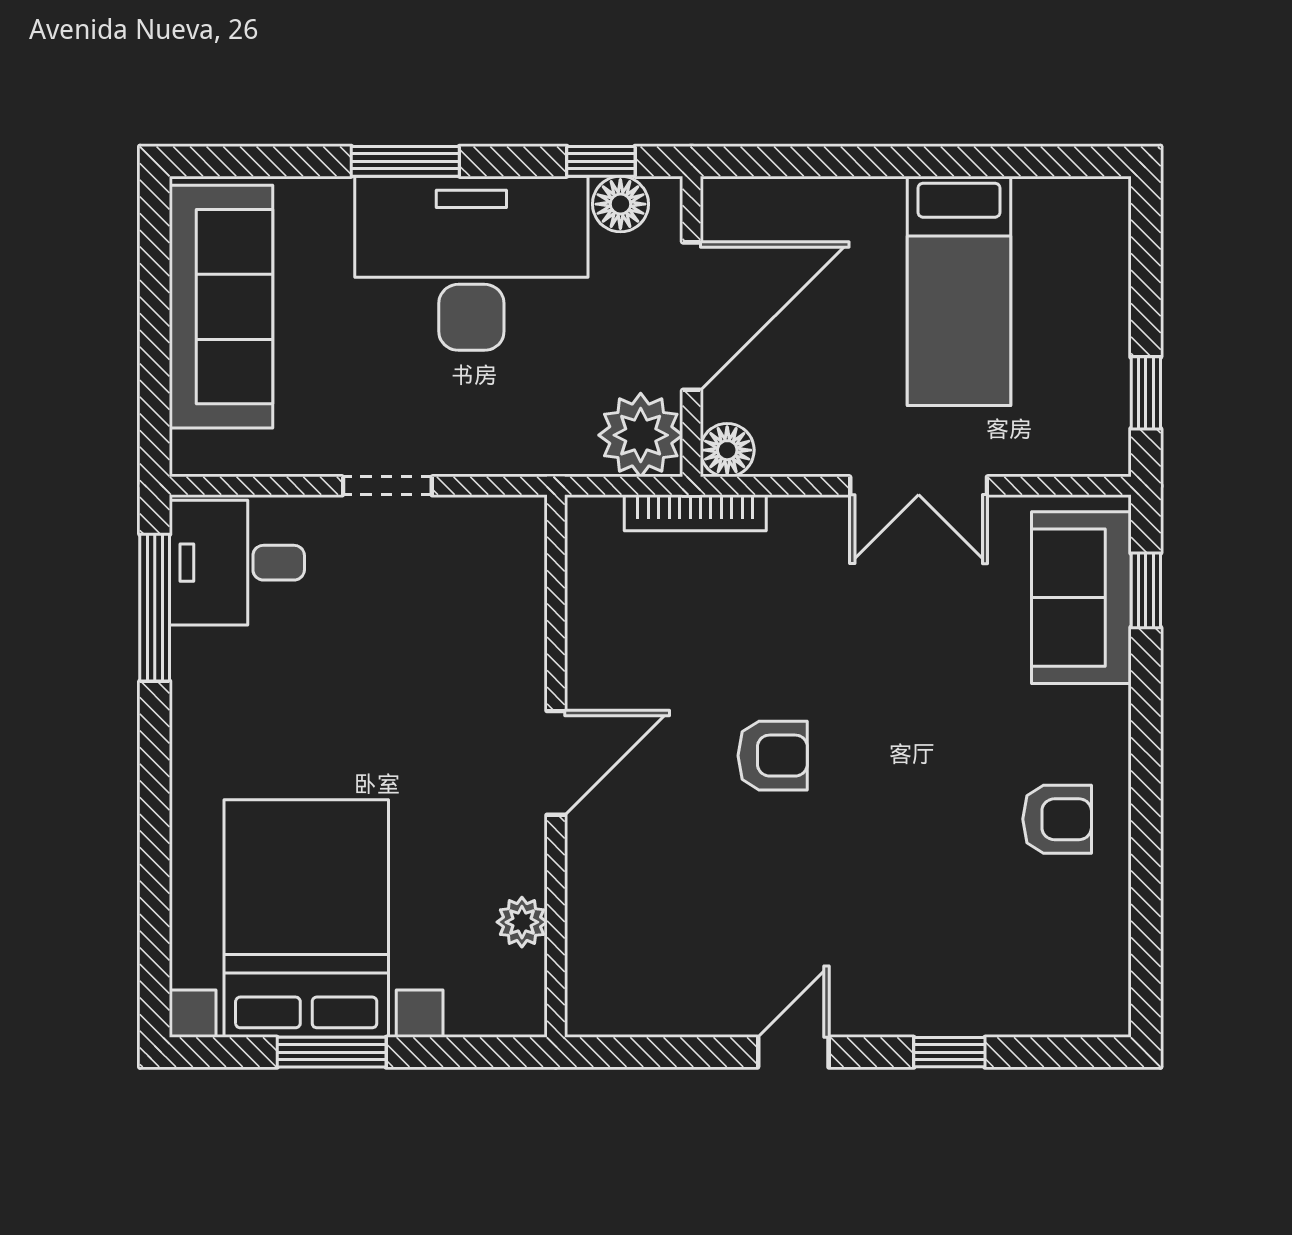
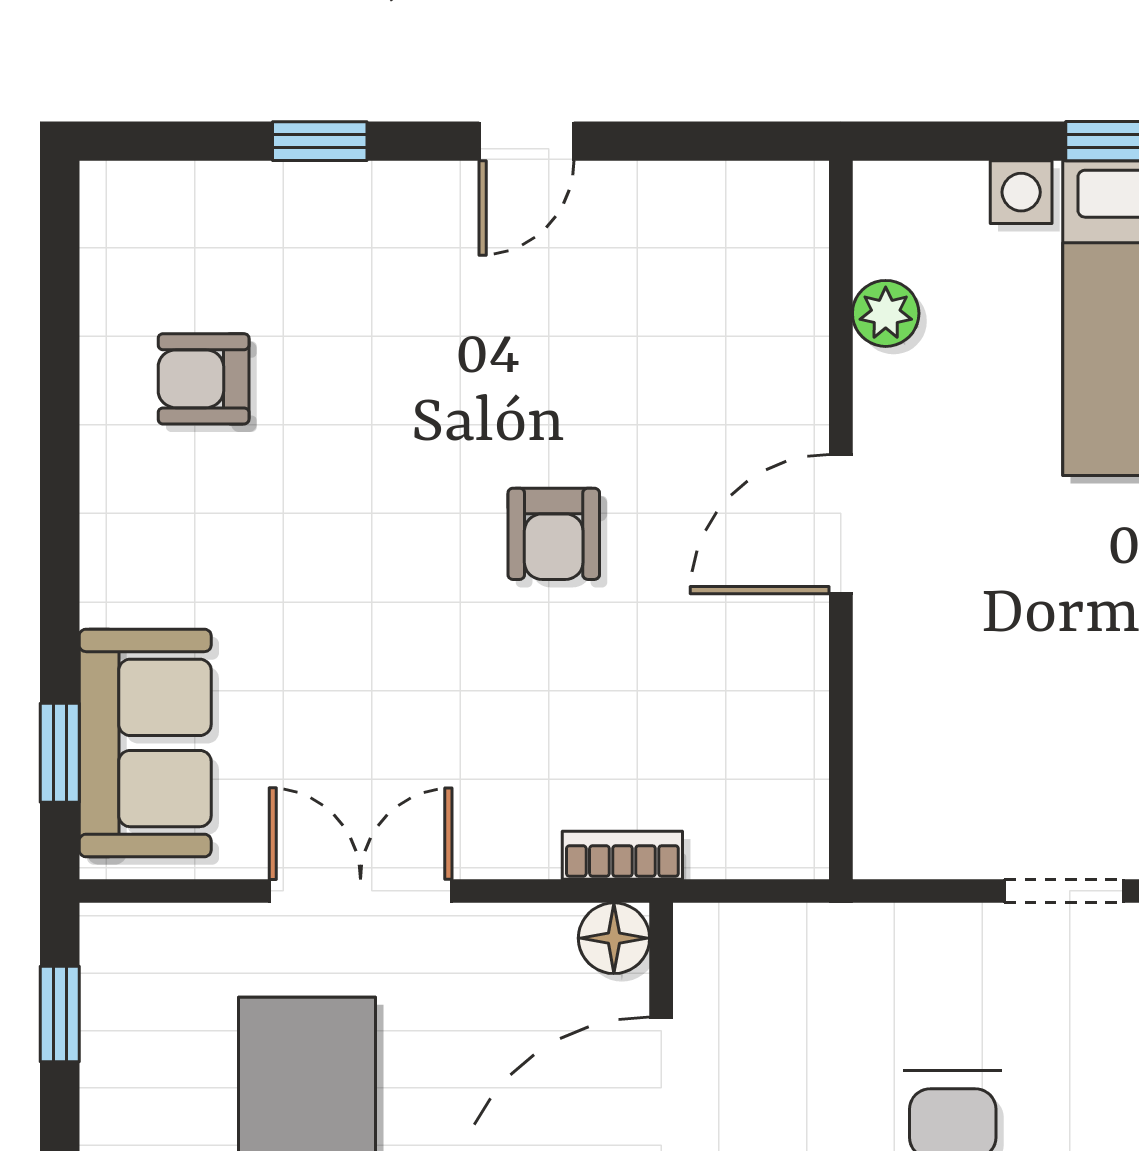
plant: (641, 435) -> (729, 958), removed
bookcase: (695, 513) -> (622, 855), width x0.64
armchair: (773, 756) -> (554, 534), turned -90
armchair: (1057, 819) -> (204, 379), moved

